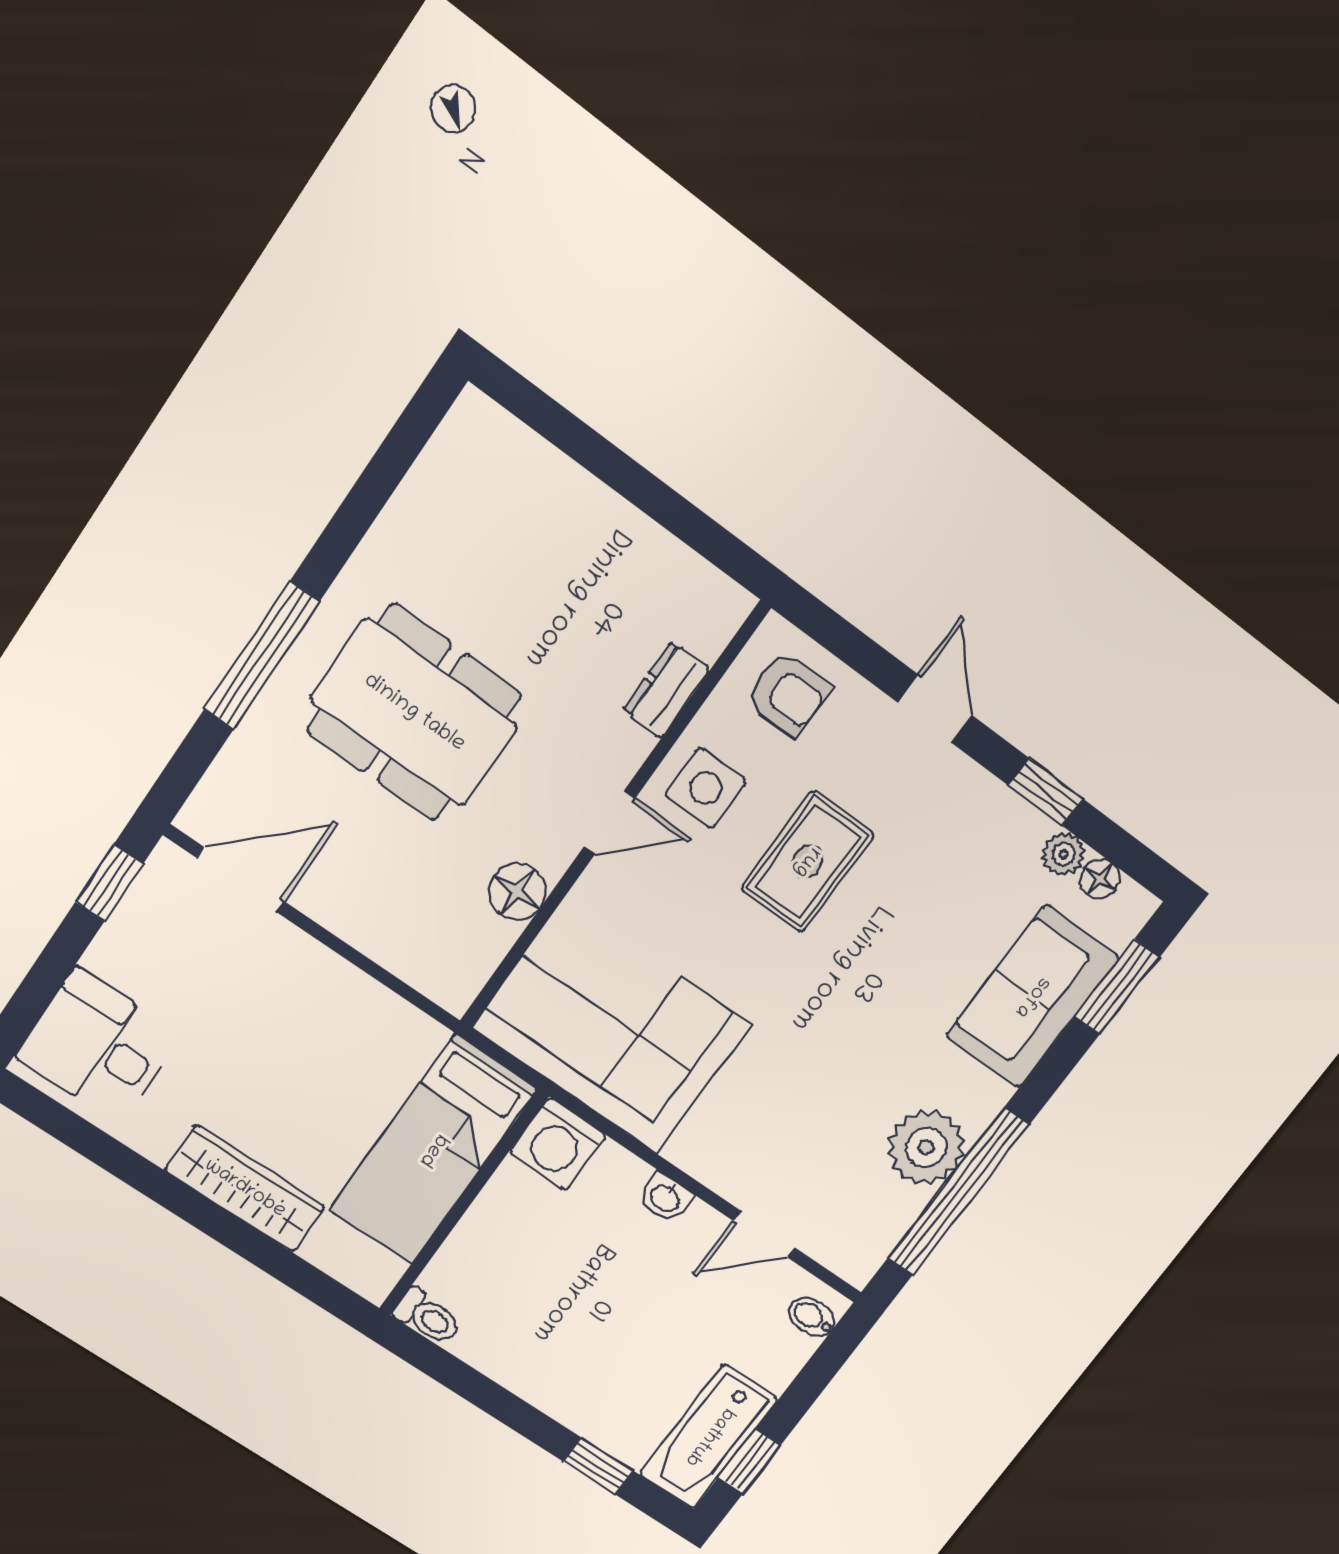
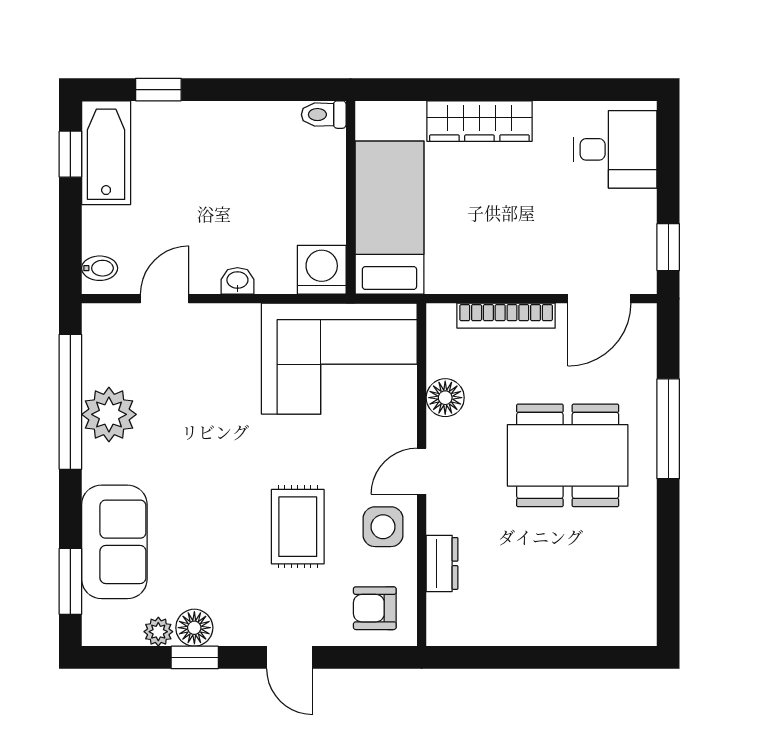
floor lamp: (1100, 879) -> (194, 628), moved, width x1.37, depth x1.37
bookcase: (372, 939) -> (506, 316), added

